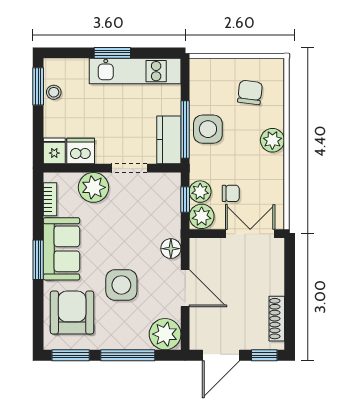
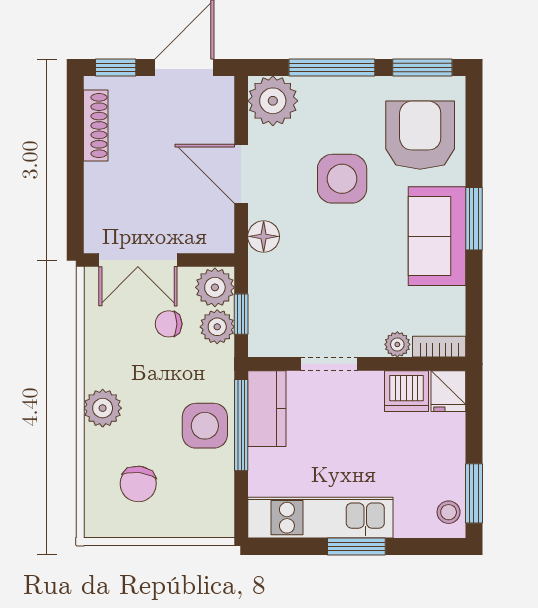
stool: (54, 92) -> (449, 512), moved
plant: (93, 187) -> (397, 344), width x0.53, depth x0.53
bookcase: (50, 199) -> (439, 347), moved, turned 90
armchair: (72, 313) -> (420, 135), turned 180

